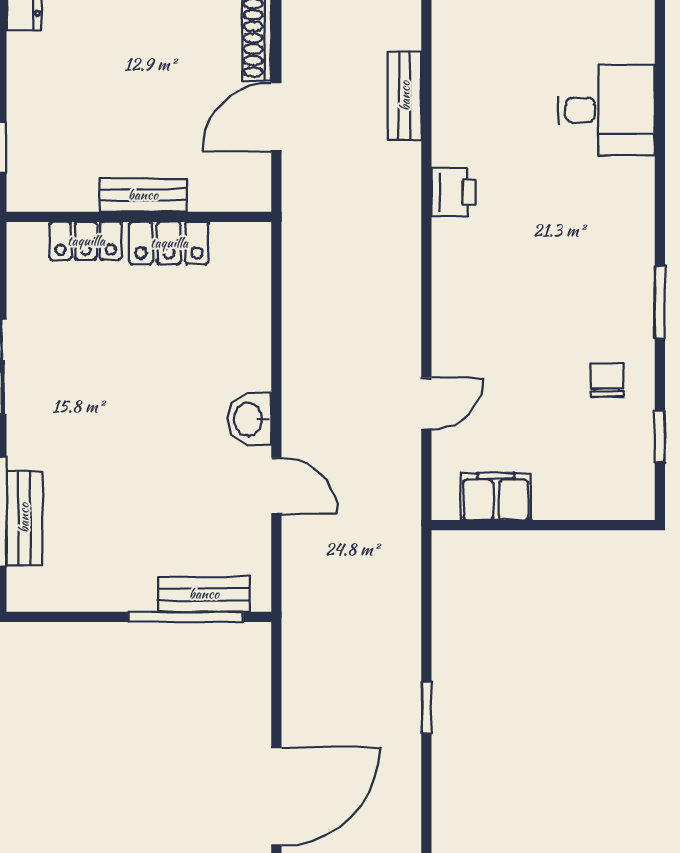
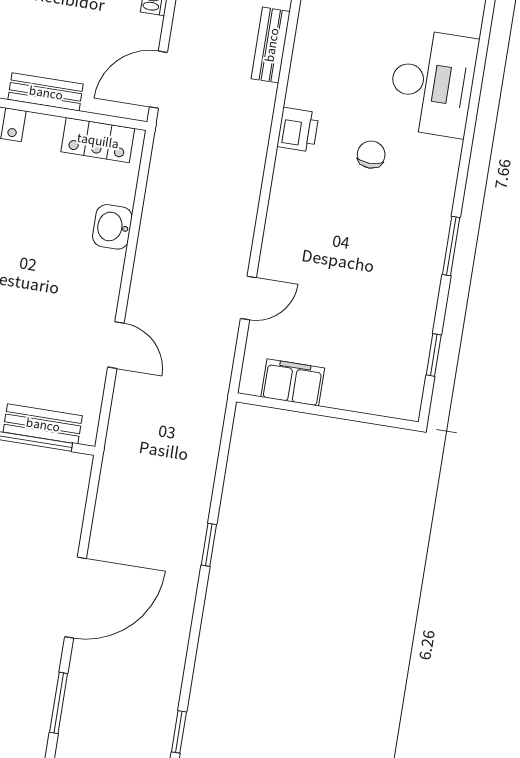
desk: (606, 110) -> (433, 83), width x1.37
door: (276, 117) -> (158, 80), moved
locker: (169, 243) -> (98, 140), moved
chair: (607, 380) -> (371, 155), moved
washbasin: (249, 419) -> (112, 227), moved

